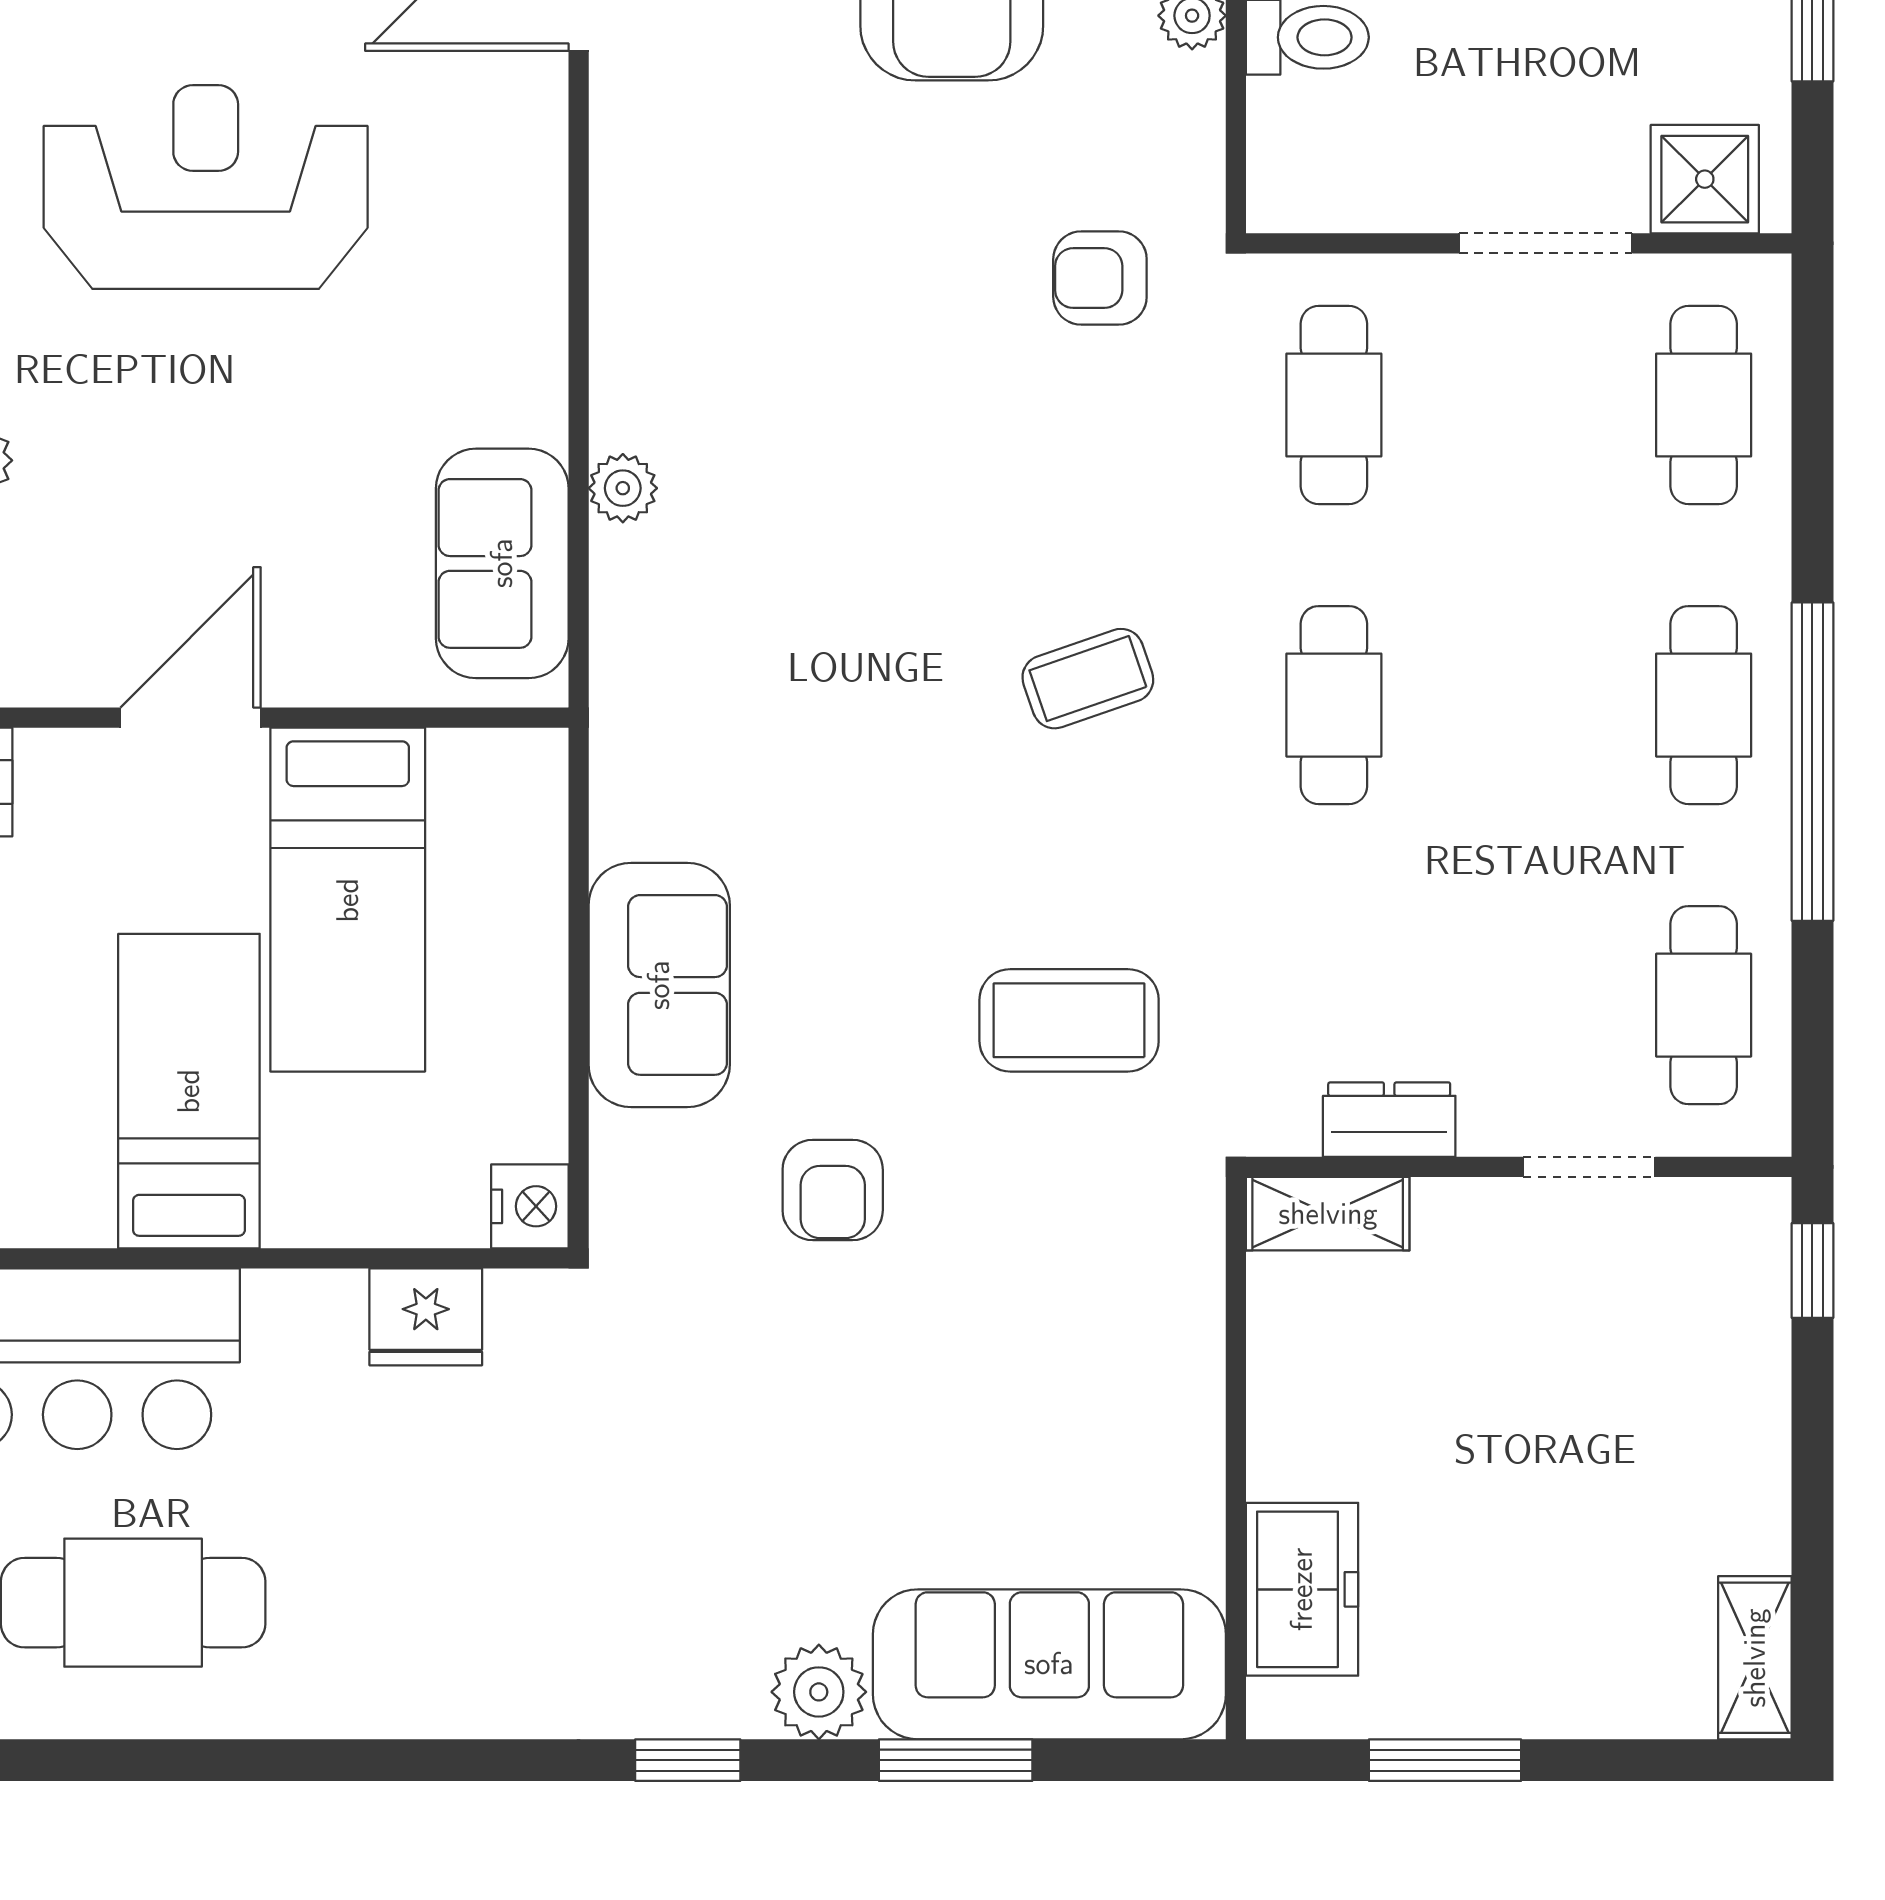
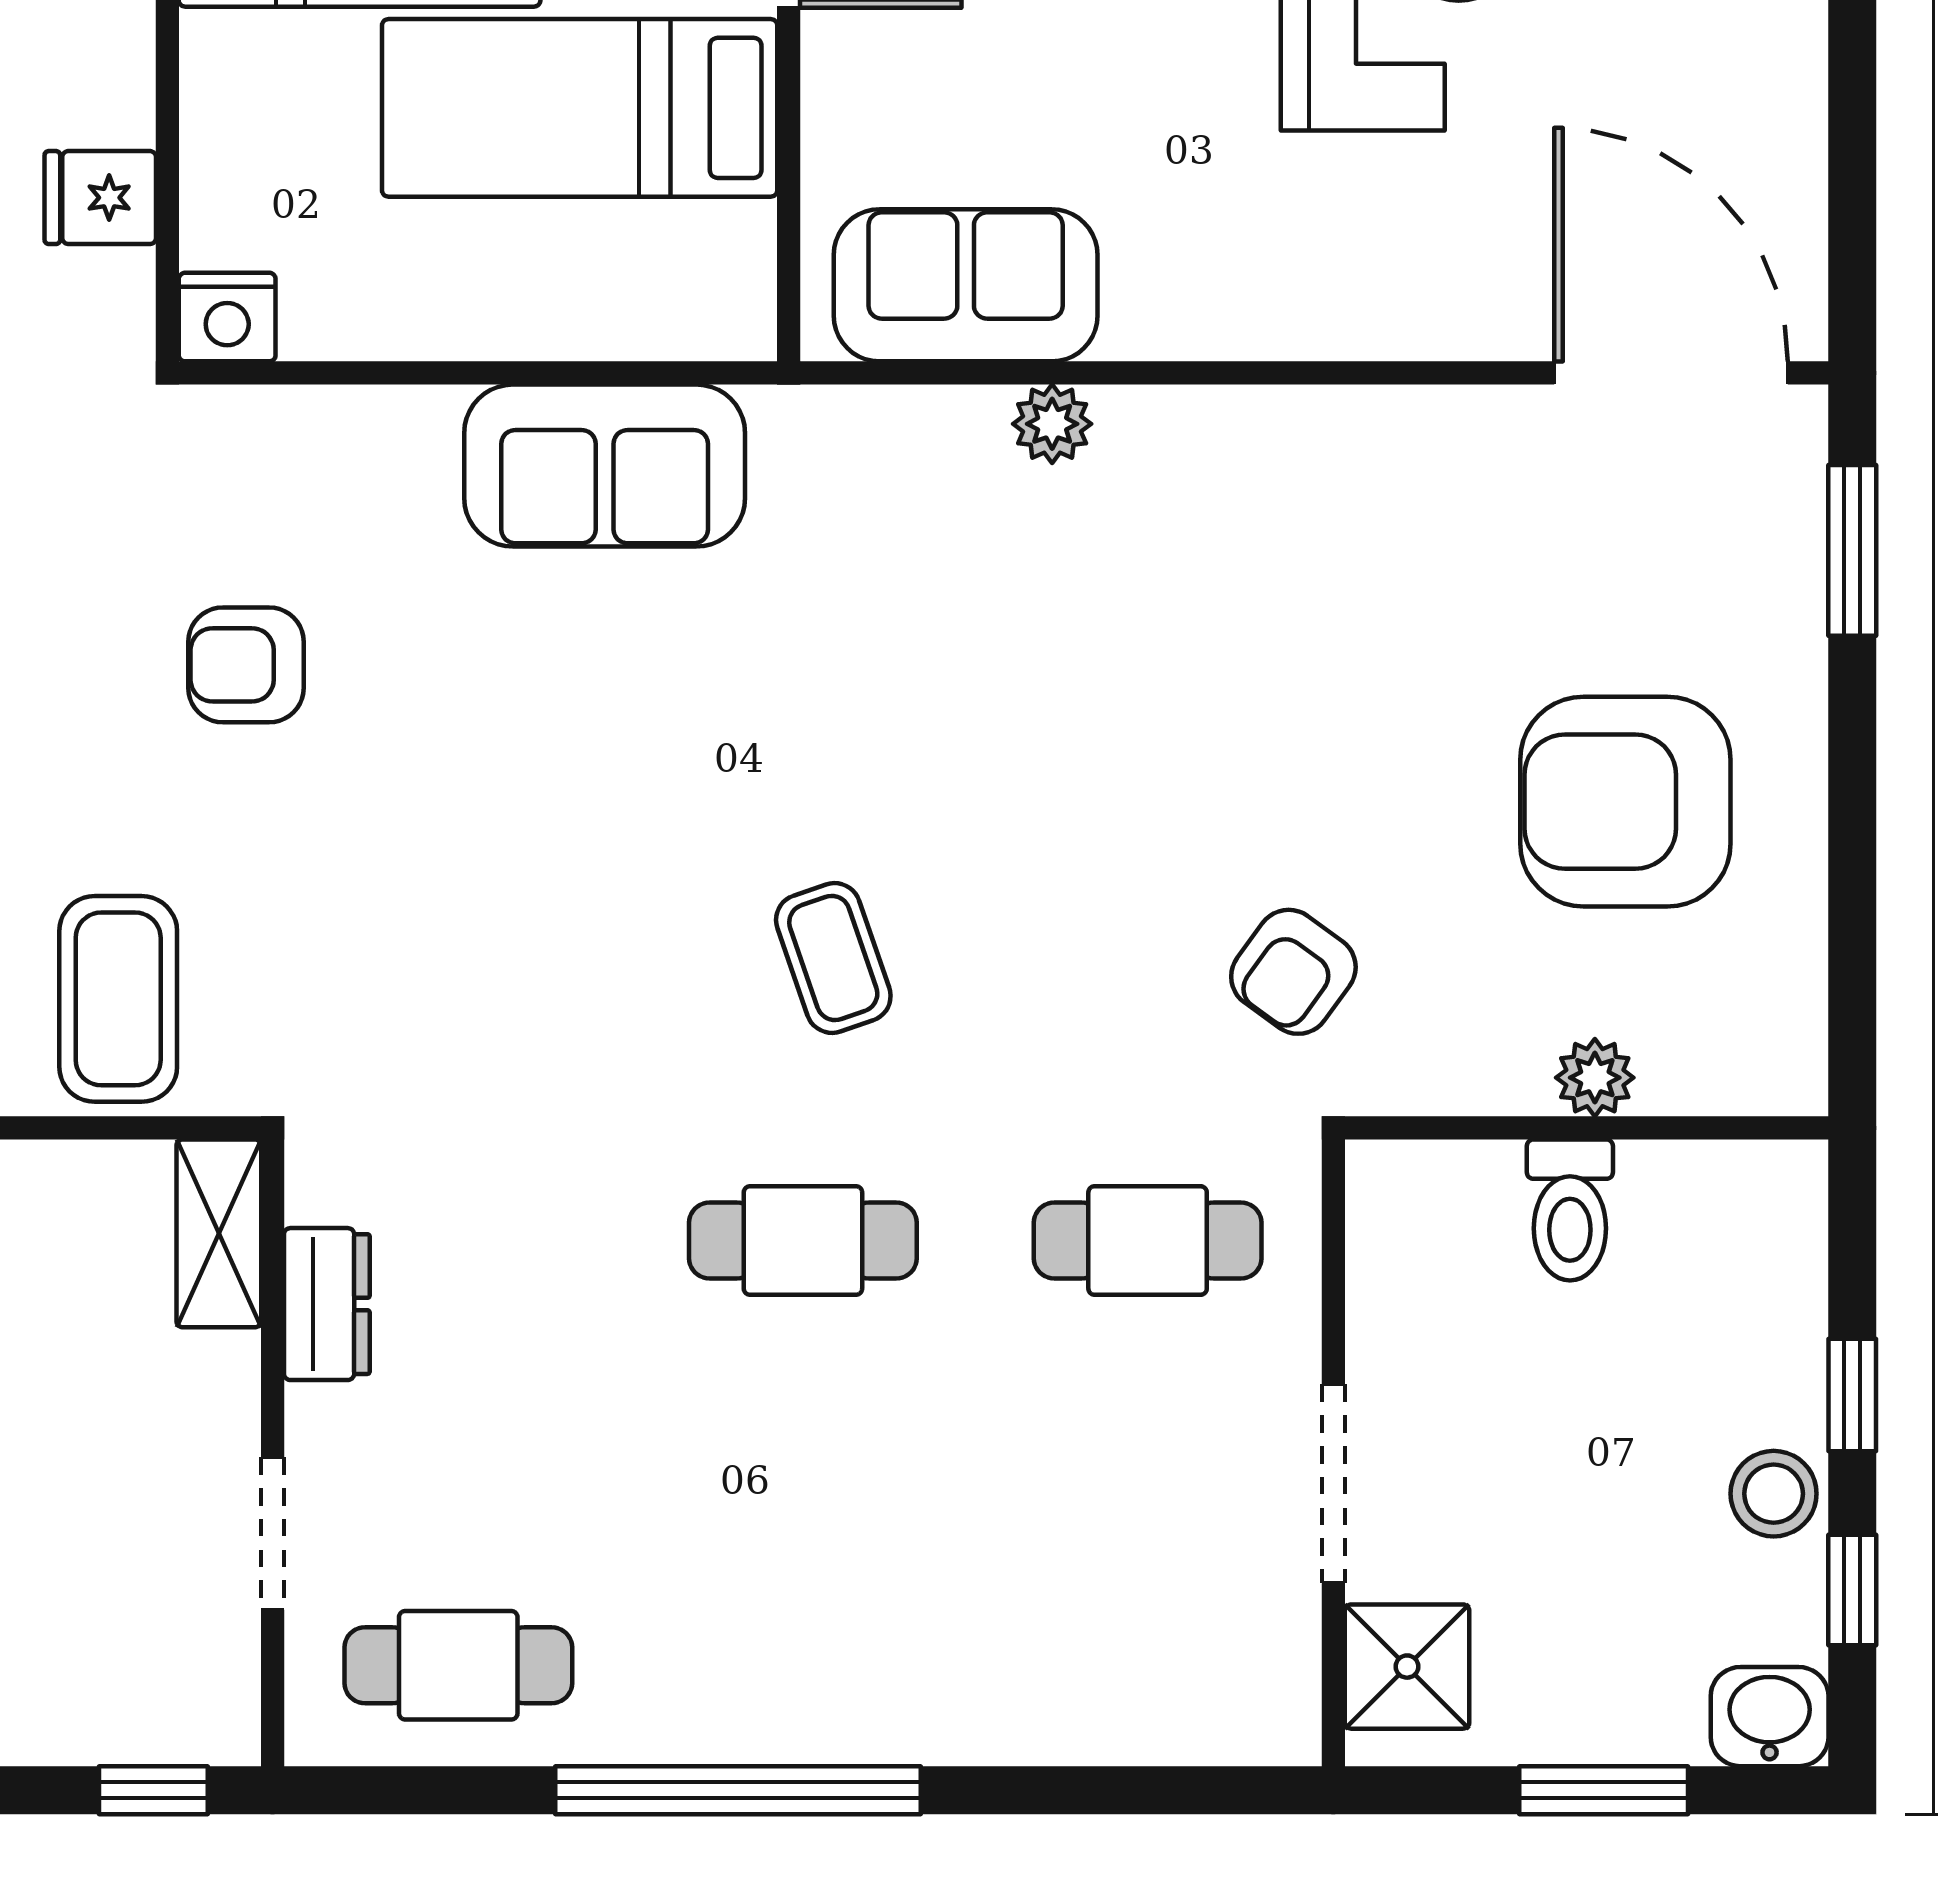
armchair: (1100, 278) -> (1293, 972), turned -144
cafe table: (1704, 405) -> (1148, 1665), removed
cafe table: (1704, 705) -> (803, 1665), removed
sofa: (659, 985) -> (605, 466), moved
coffee table: (1069, 1020) -> (118, 999), moved
fridge: (426, 1317) -> (100, 198), width x0.72

